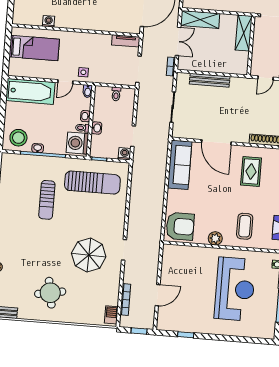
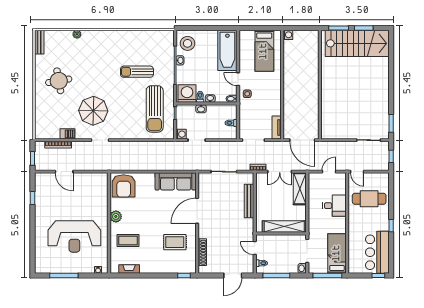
washing machine: (49, 21) -> (288, 35), moved
shelving: (244, 33) -> (284, 226), width x1.47
barbecue: (111, 315) -> (68, 134), moved

